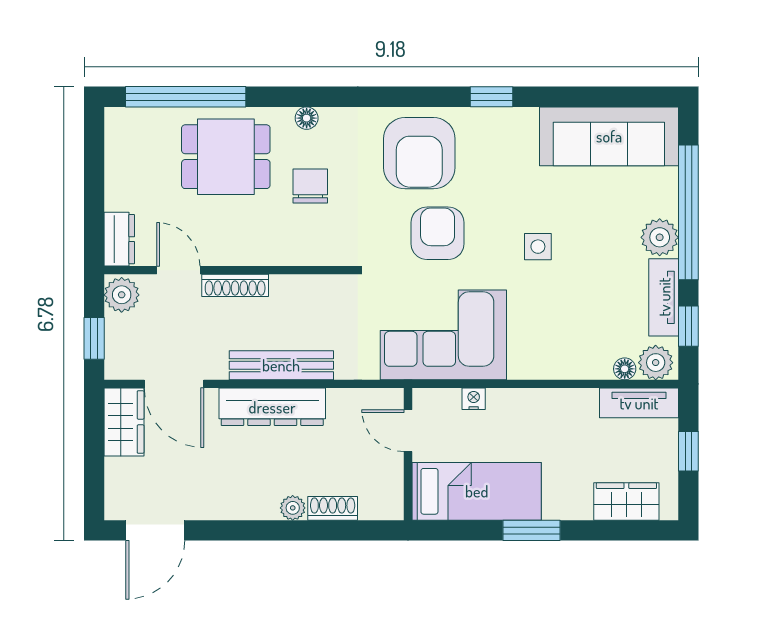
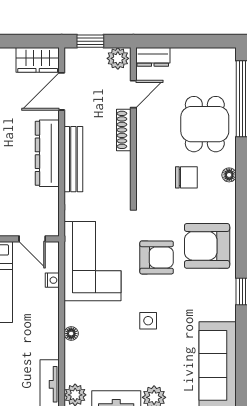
floor lamp: (625, 369) -> (71, 334), moved
door: (408, 431) -> (32, 239), swing flipped

